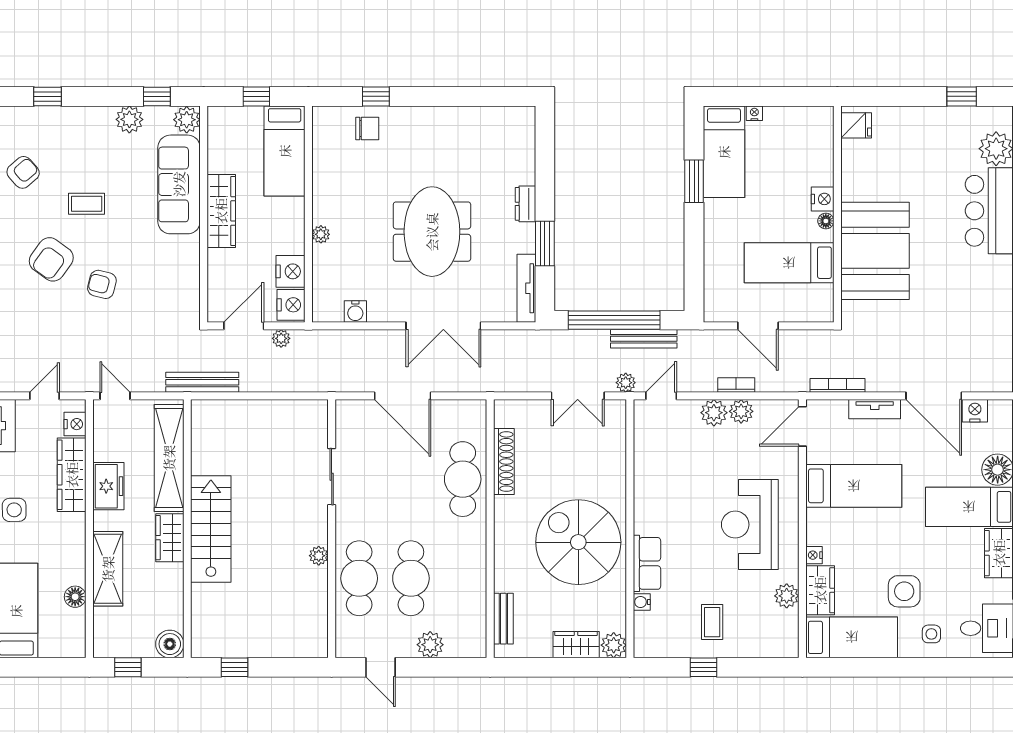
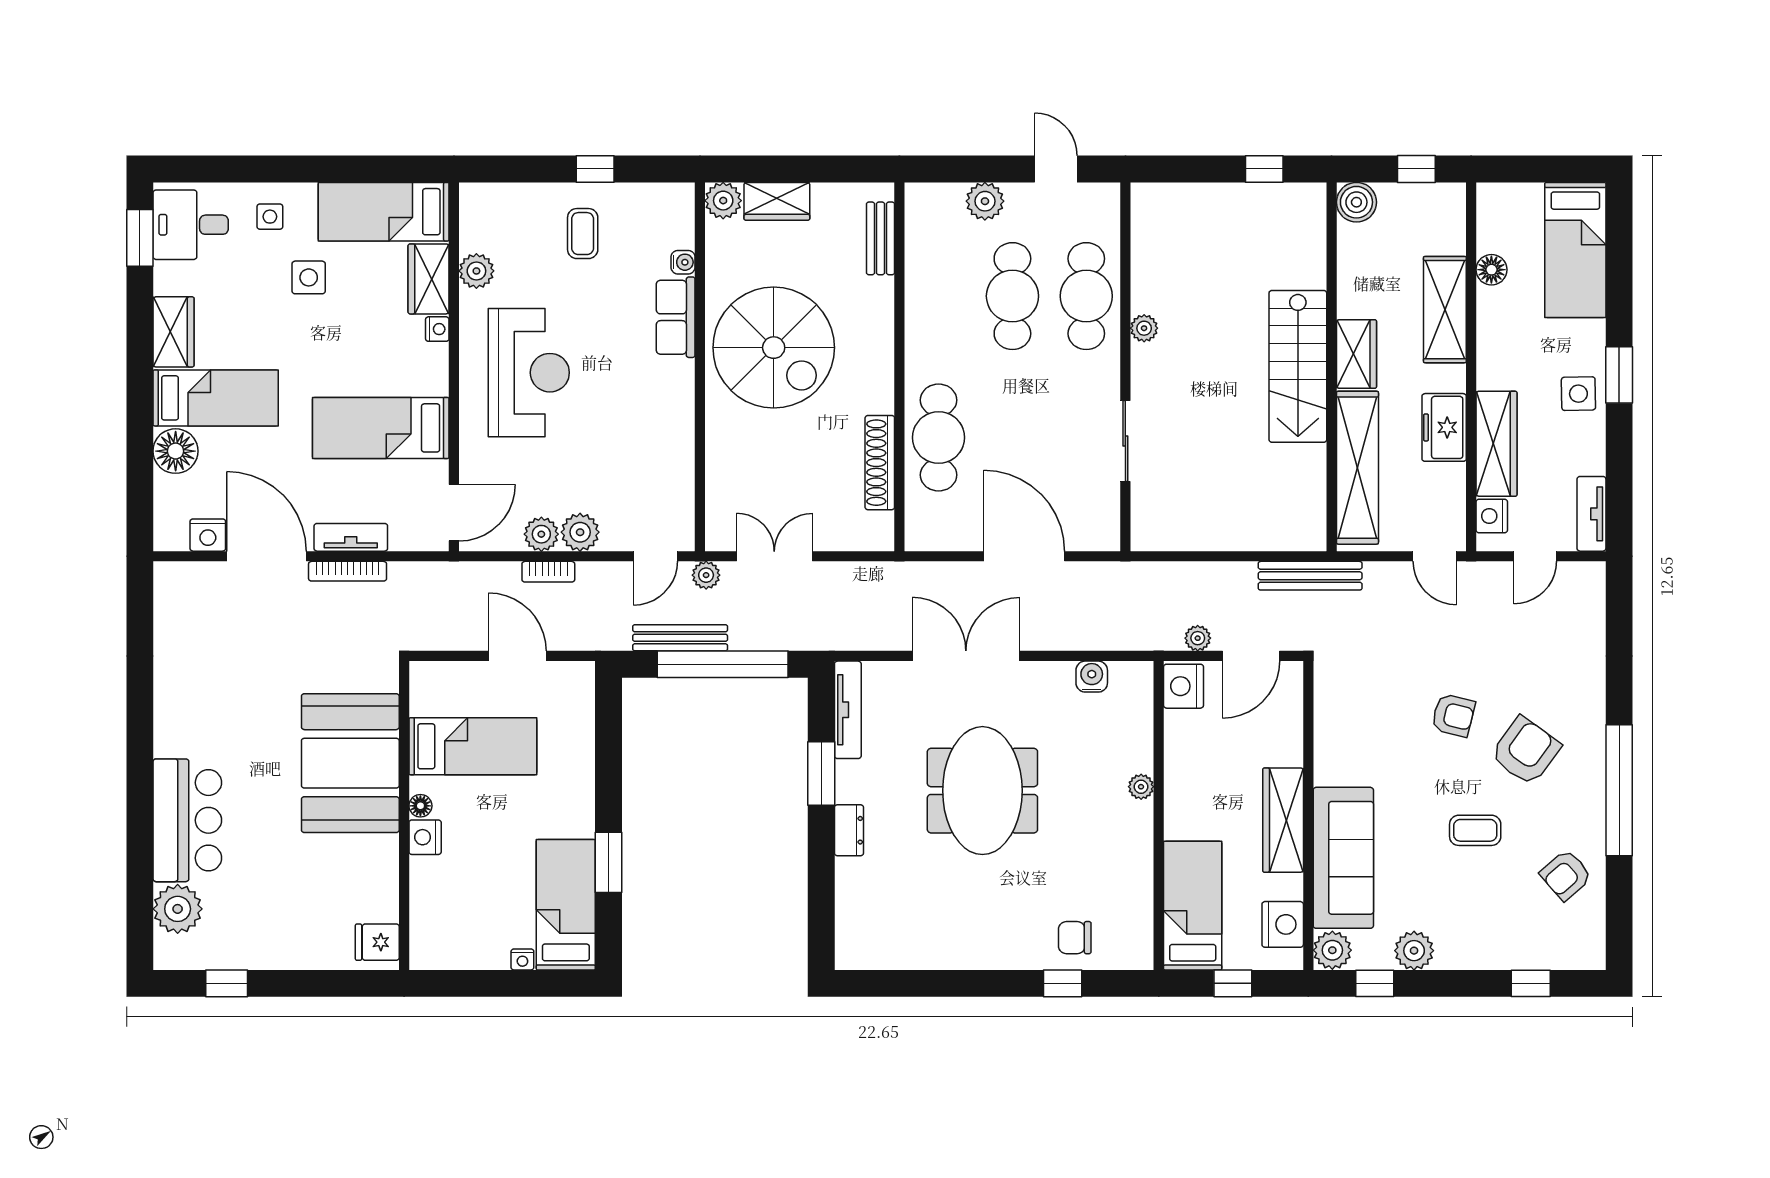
nightstand: (290, 271) -> (1283, 924), moved, turned 180
bookcase: (838, 385) -> (348, 571), moved
side table: (904, 591) -> (309, 277), width x0.73, depth x0.73

